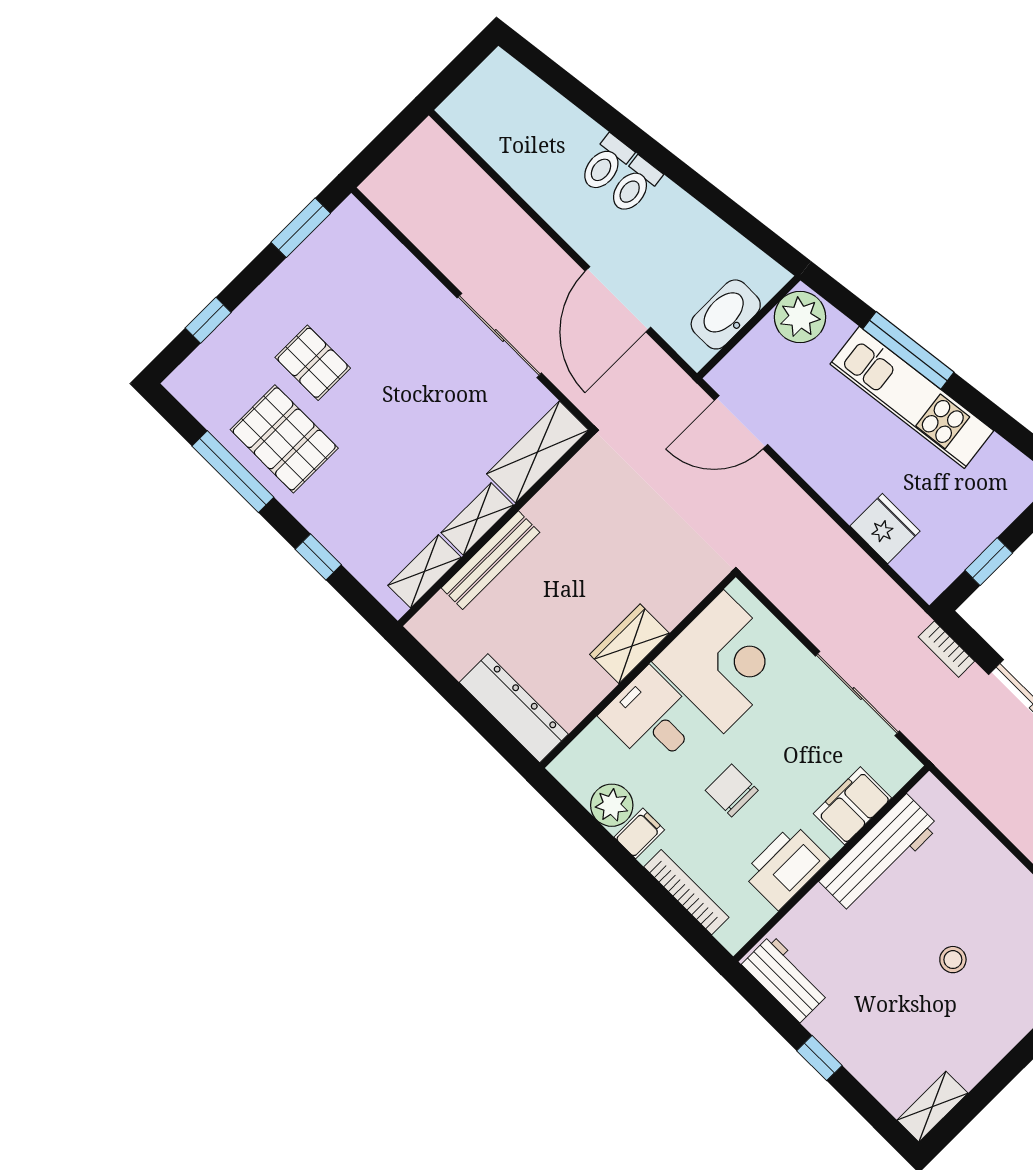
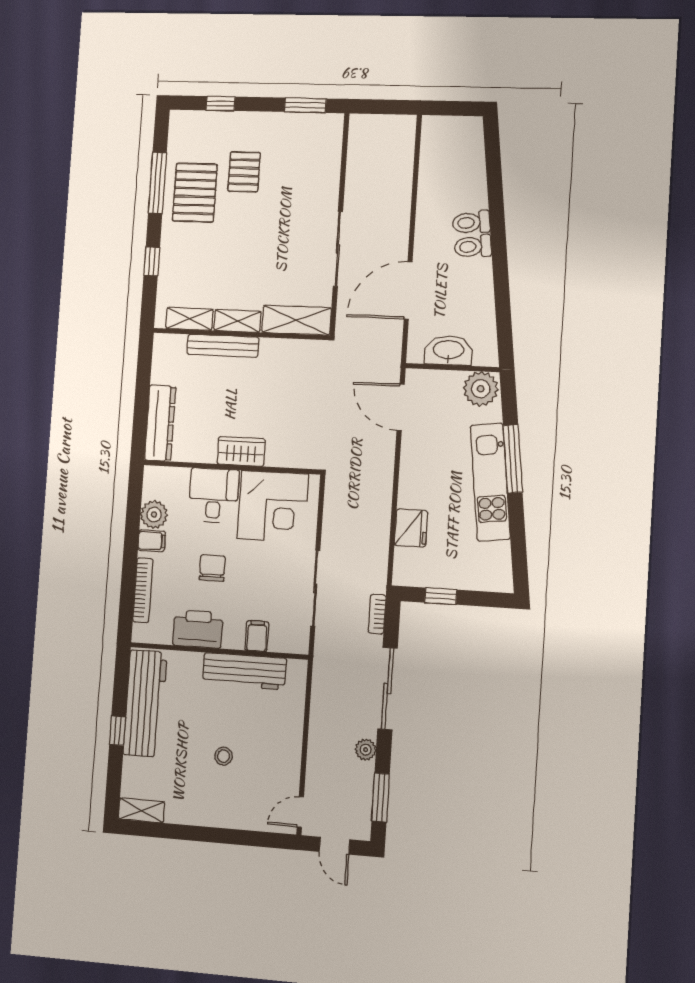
filing cabinet: (852, 806) -> (257, 636), width x0.50
workbench: (786, 979) -> (145, 703), width x1.88, depth x1.32

